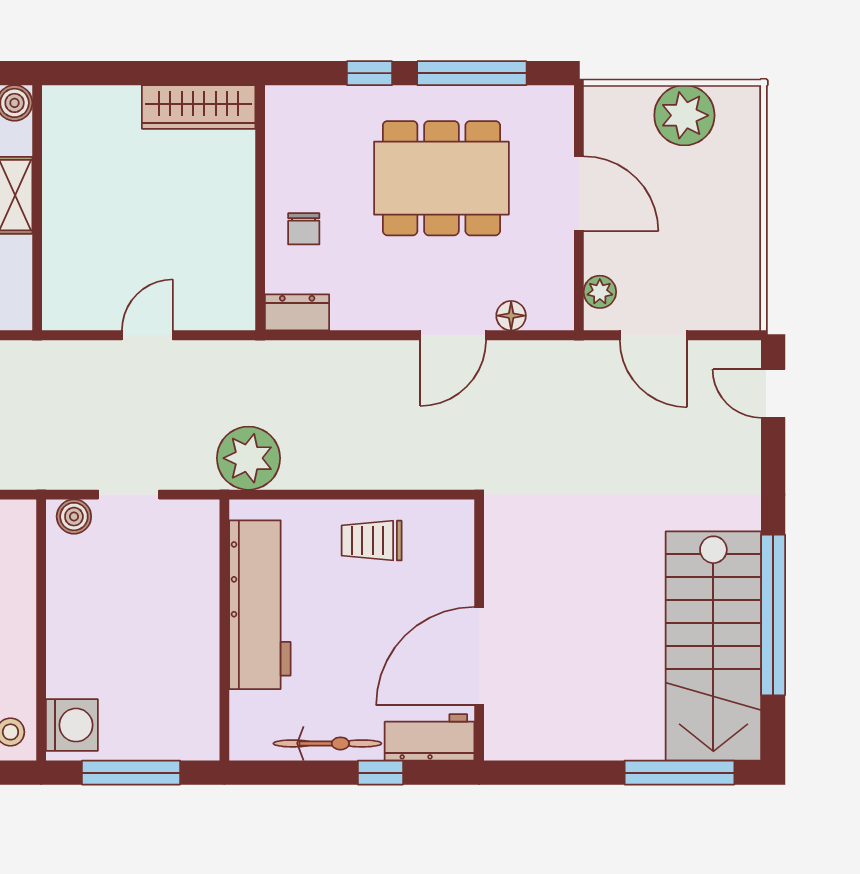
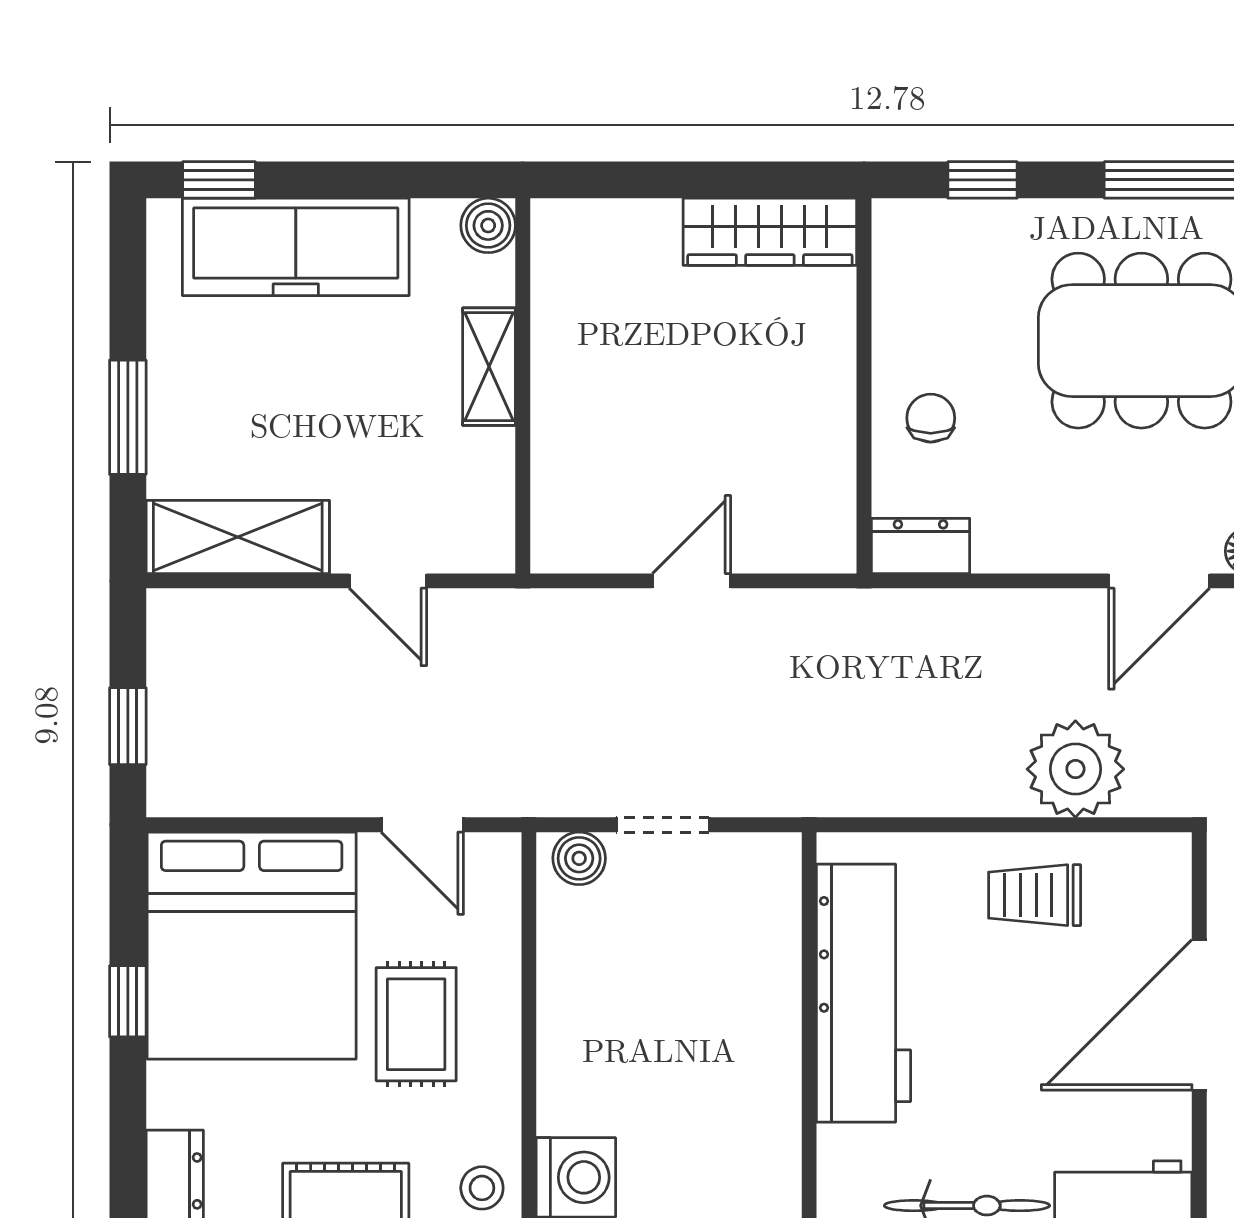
window: (369, 73) -> (983, 180), moved
chair: (304, 229) -> (931, 418), turned 180
plant: (248, 458) -> (1075, 769), moved
door: (479, 656) -> (1199, 1015), moved

